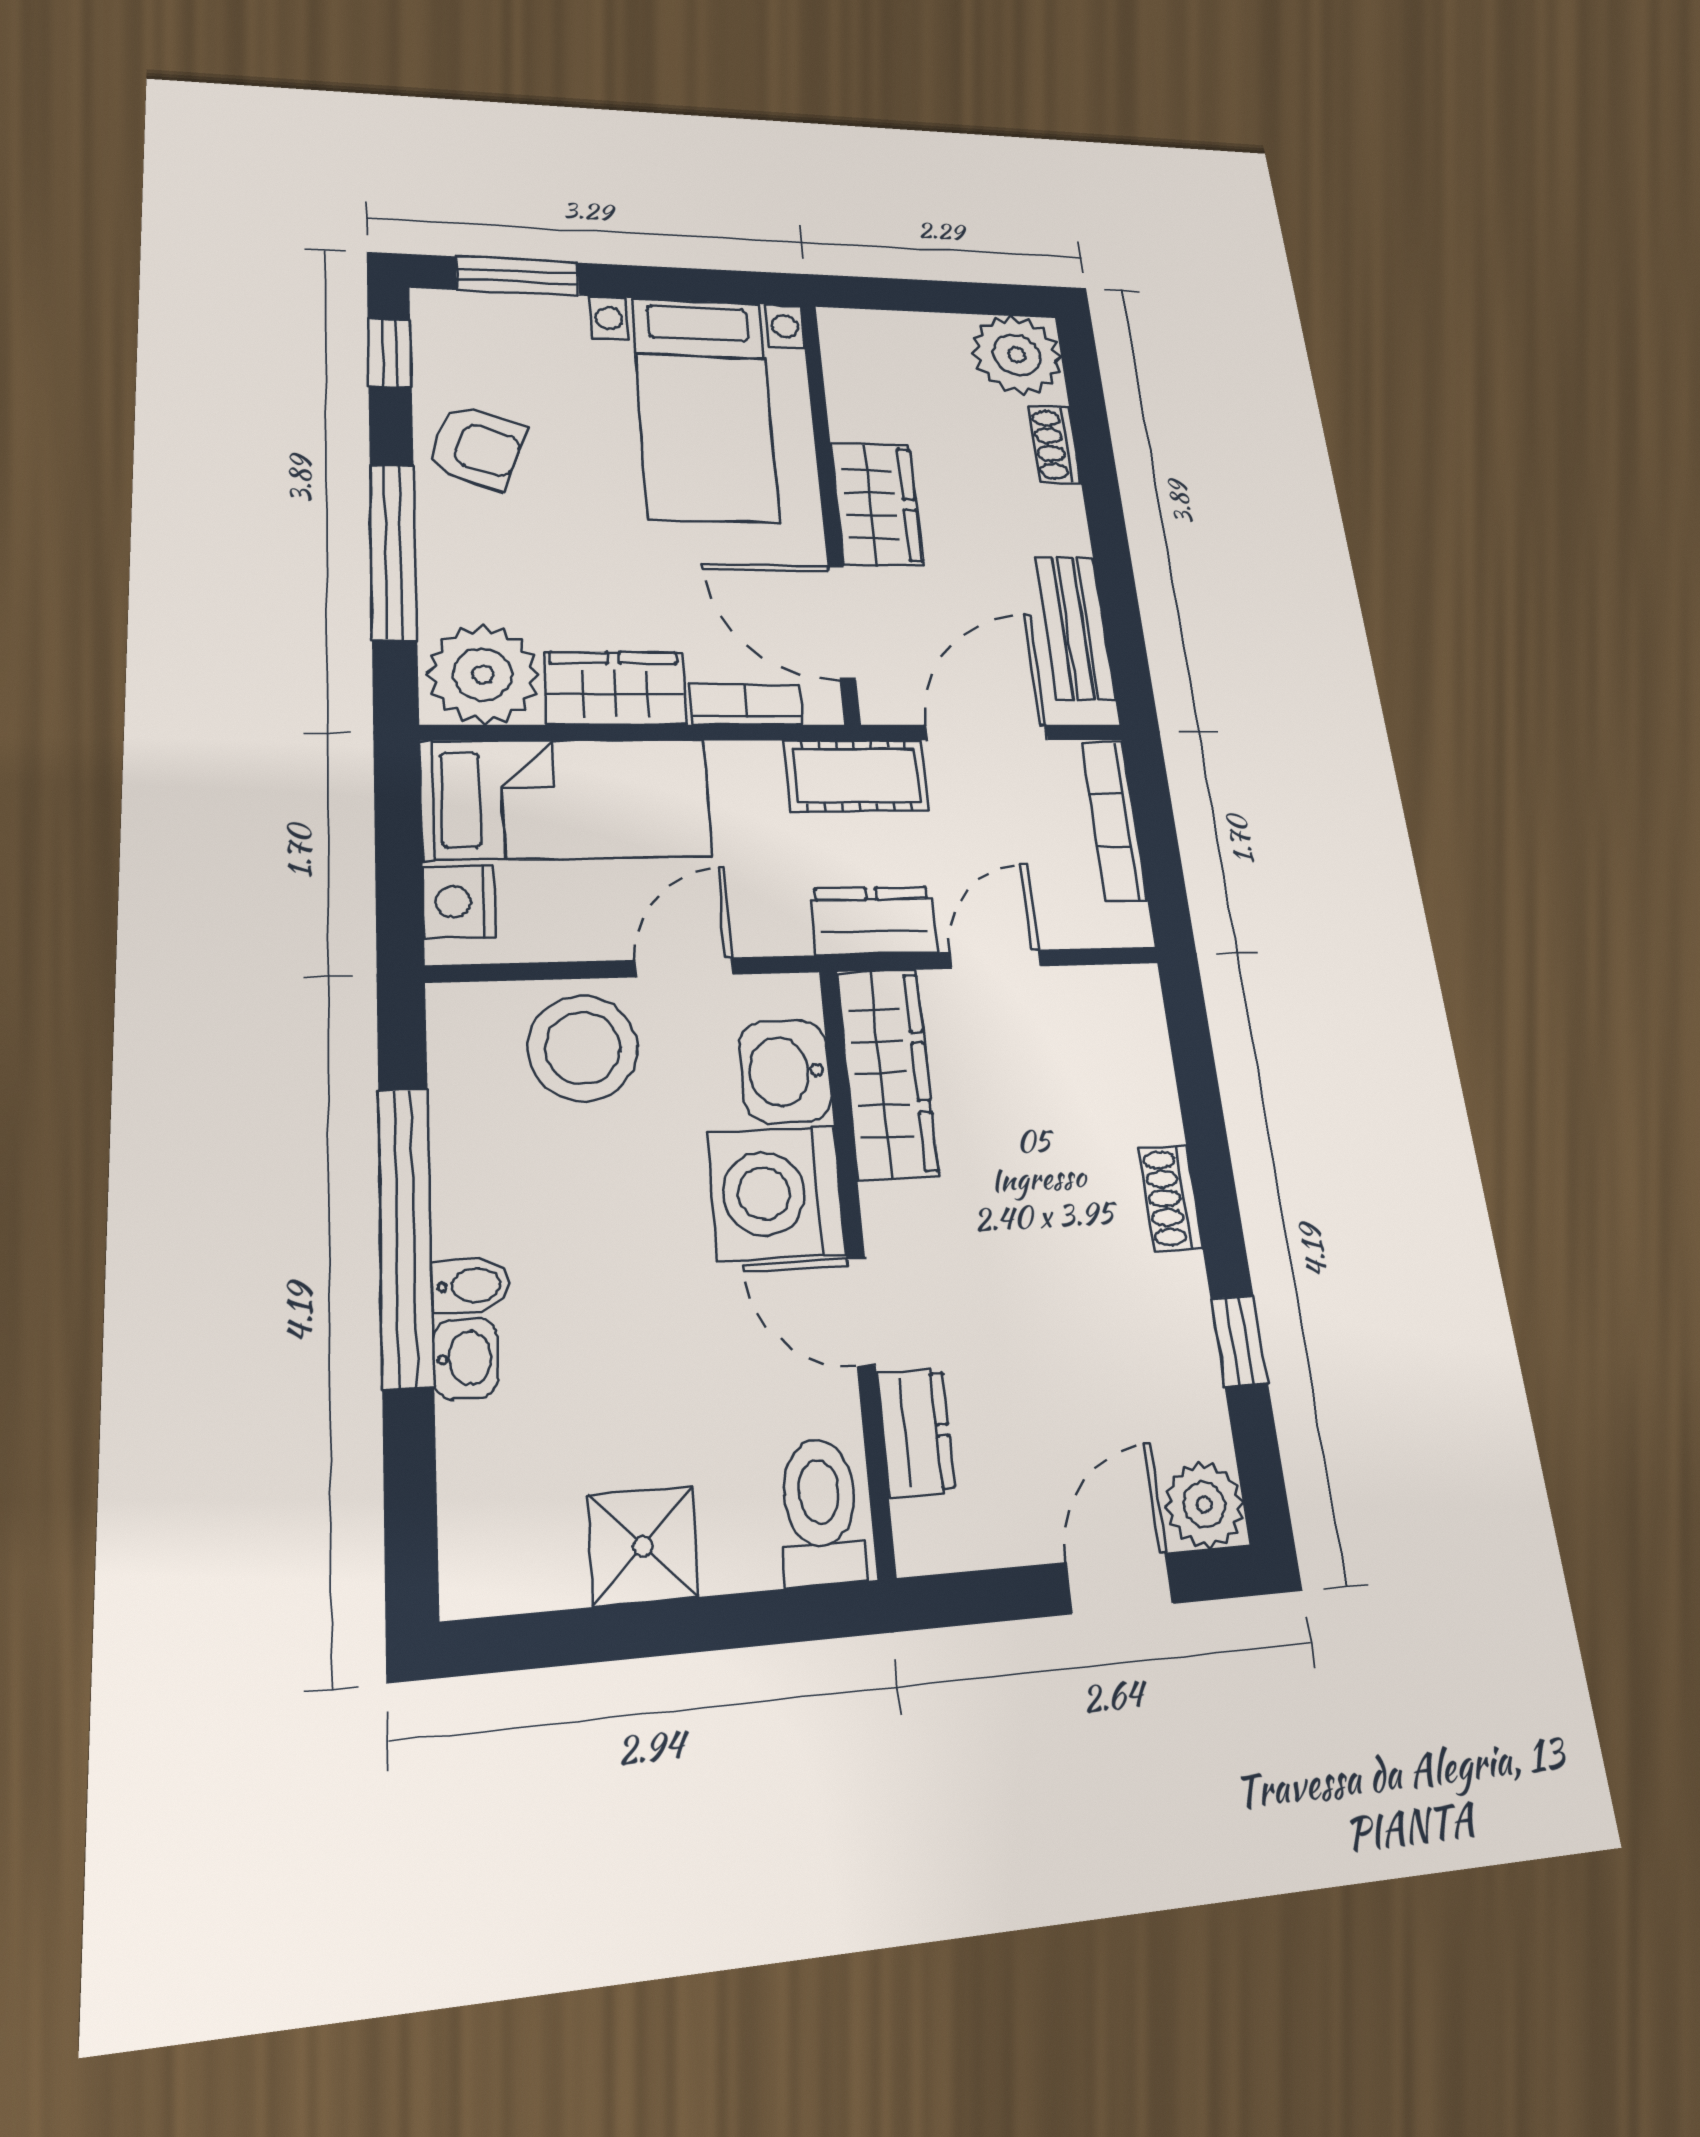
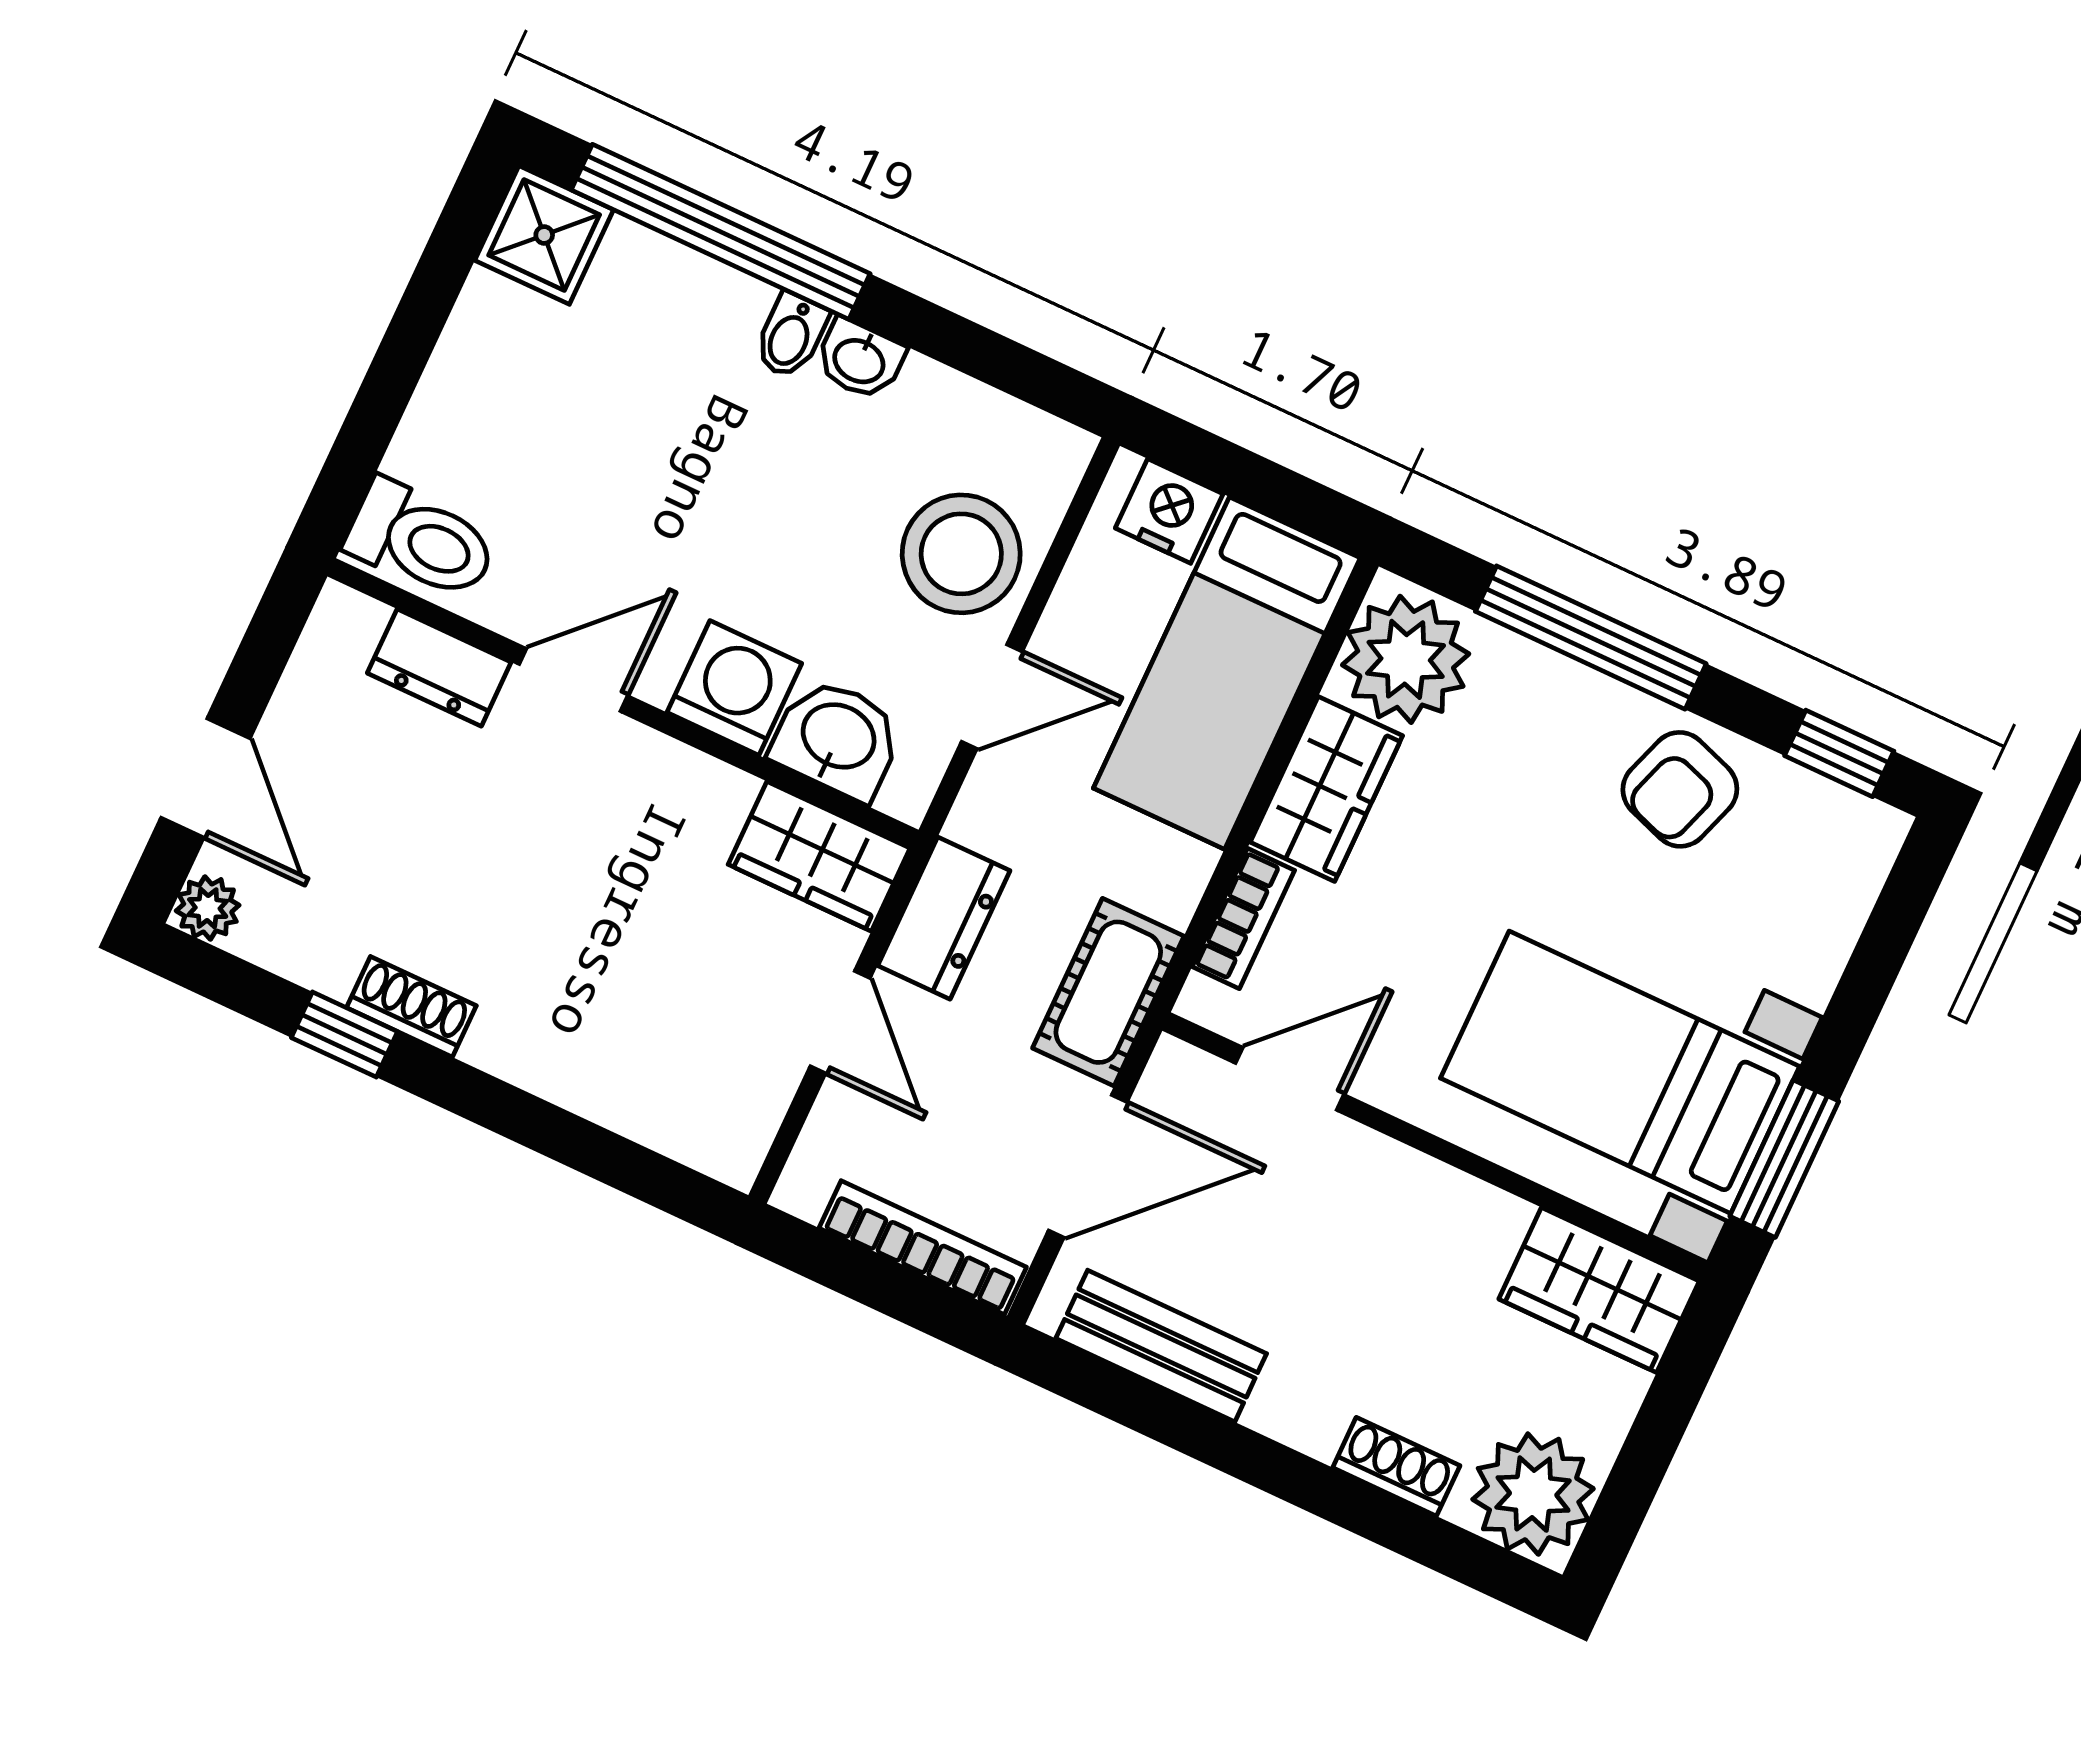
window: (518, 276) -> (1784, 1159), moved
wardrobe: (877, 504) -> (1599, 1290), moved
door: (842, 622) -> (1290, 1079), width x0.73
door: (987, 732) -> (1088, 1166), hinge flipped
door: (684, 967) -> (992, 697), hinge flipped
wardrobe: (887, 1073) -> (819, 856), width x0.67
washing machine: (777, 1193) -> (734, 688), width x0.73, depth x0.73
shoe rack: (1171, 1198) -> (411, 1007), moved
window: (406, 1235) -> (721, 232), moved
washbasin: (466, 1358) -> (860, 359), moved
plant: (1204, 1505) -> (208, 908), width x0.73, depth x0.73
shower: (643, 1546) -> (544, 235), moved

